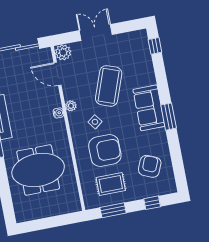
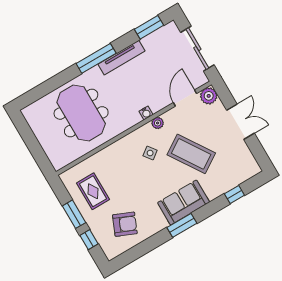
window: (155, 46) -> (234, 194), moved
coffee table: (109, 86) -> (191, 154), turned 37
armchair: (105, 150) -> (125, 173), removed
window: (113, 210) -> (74, 214), moved

